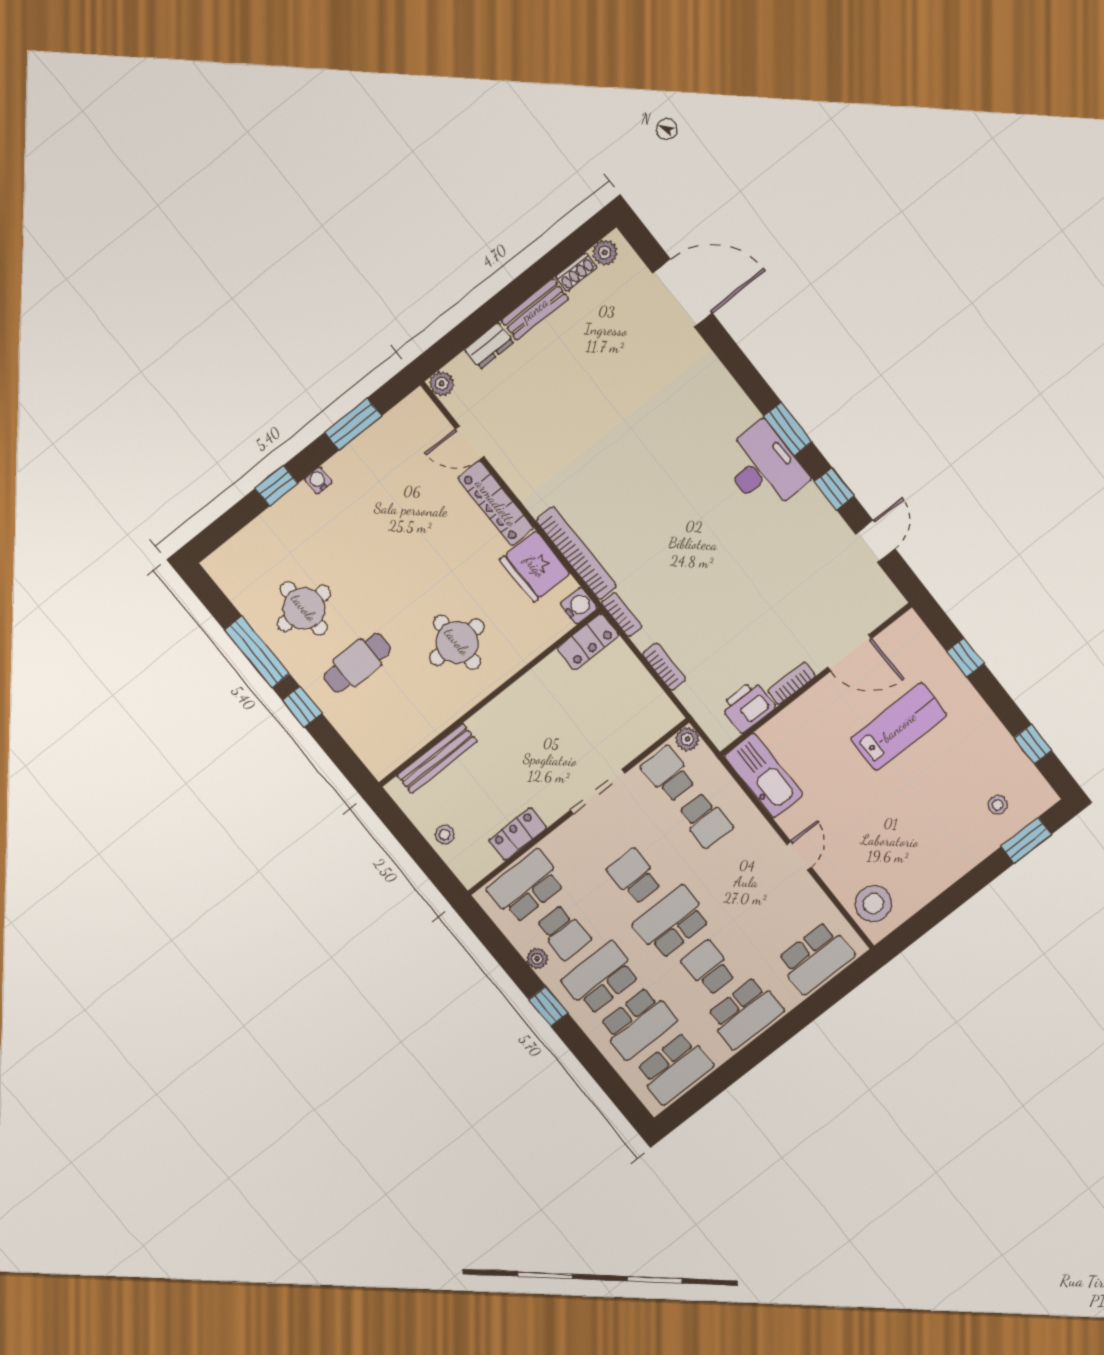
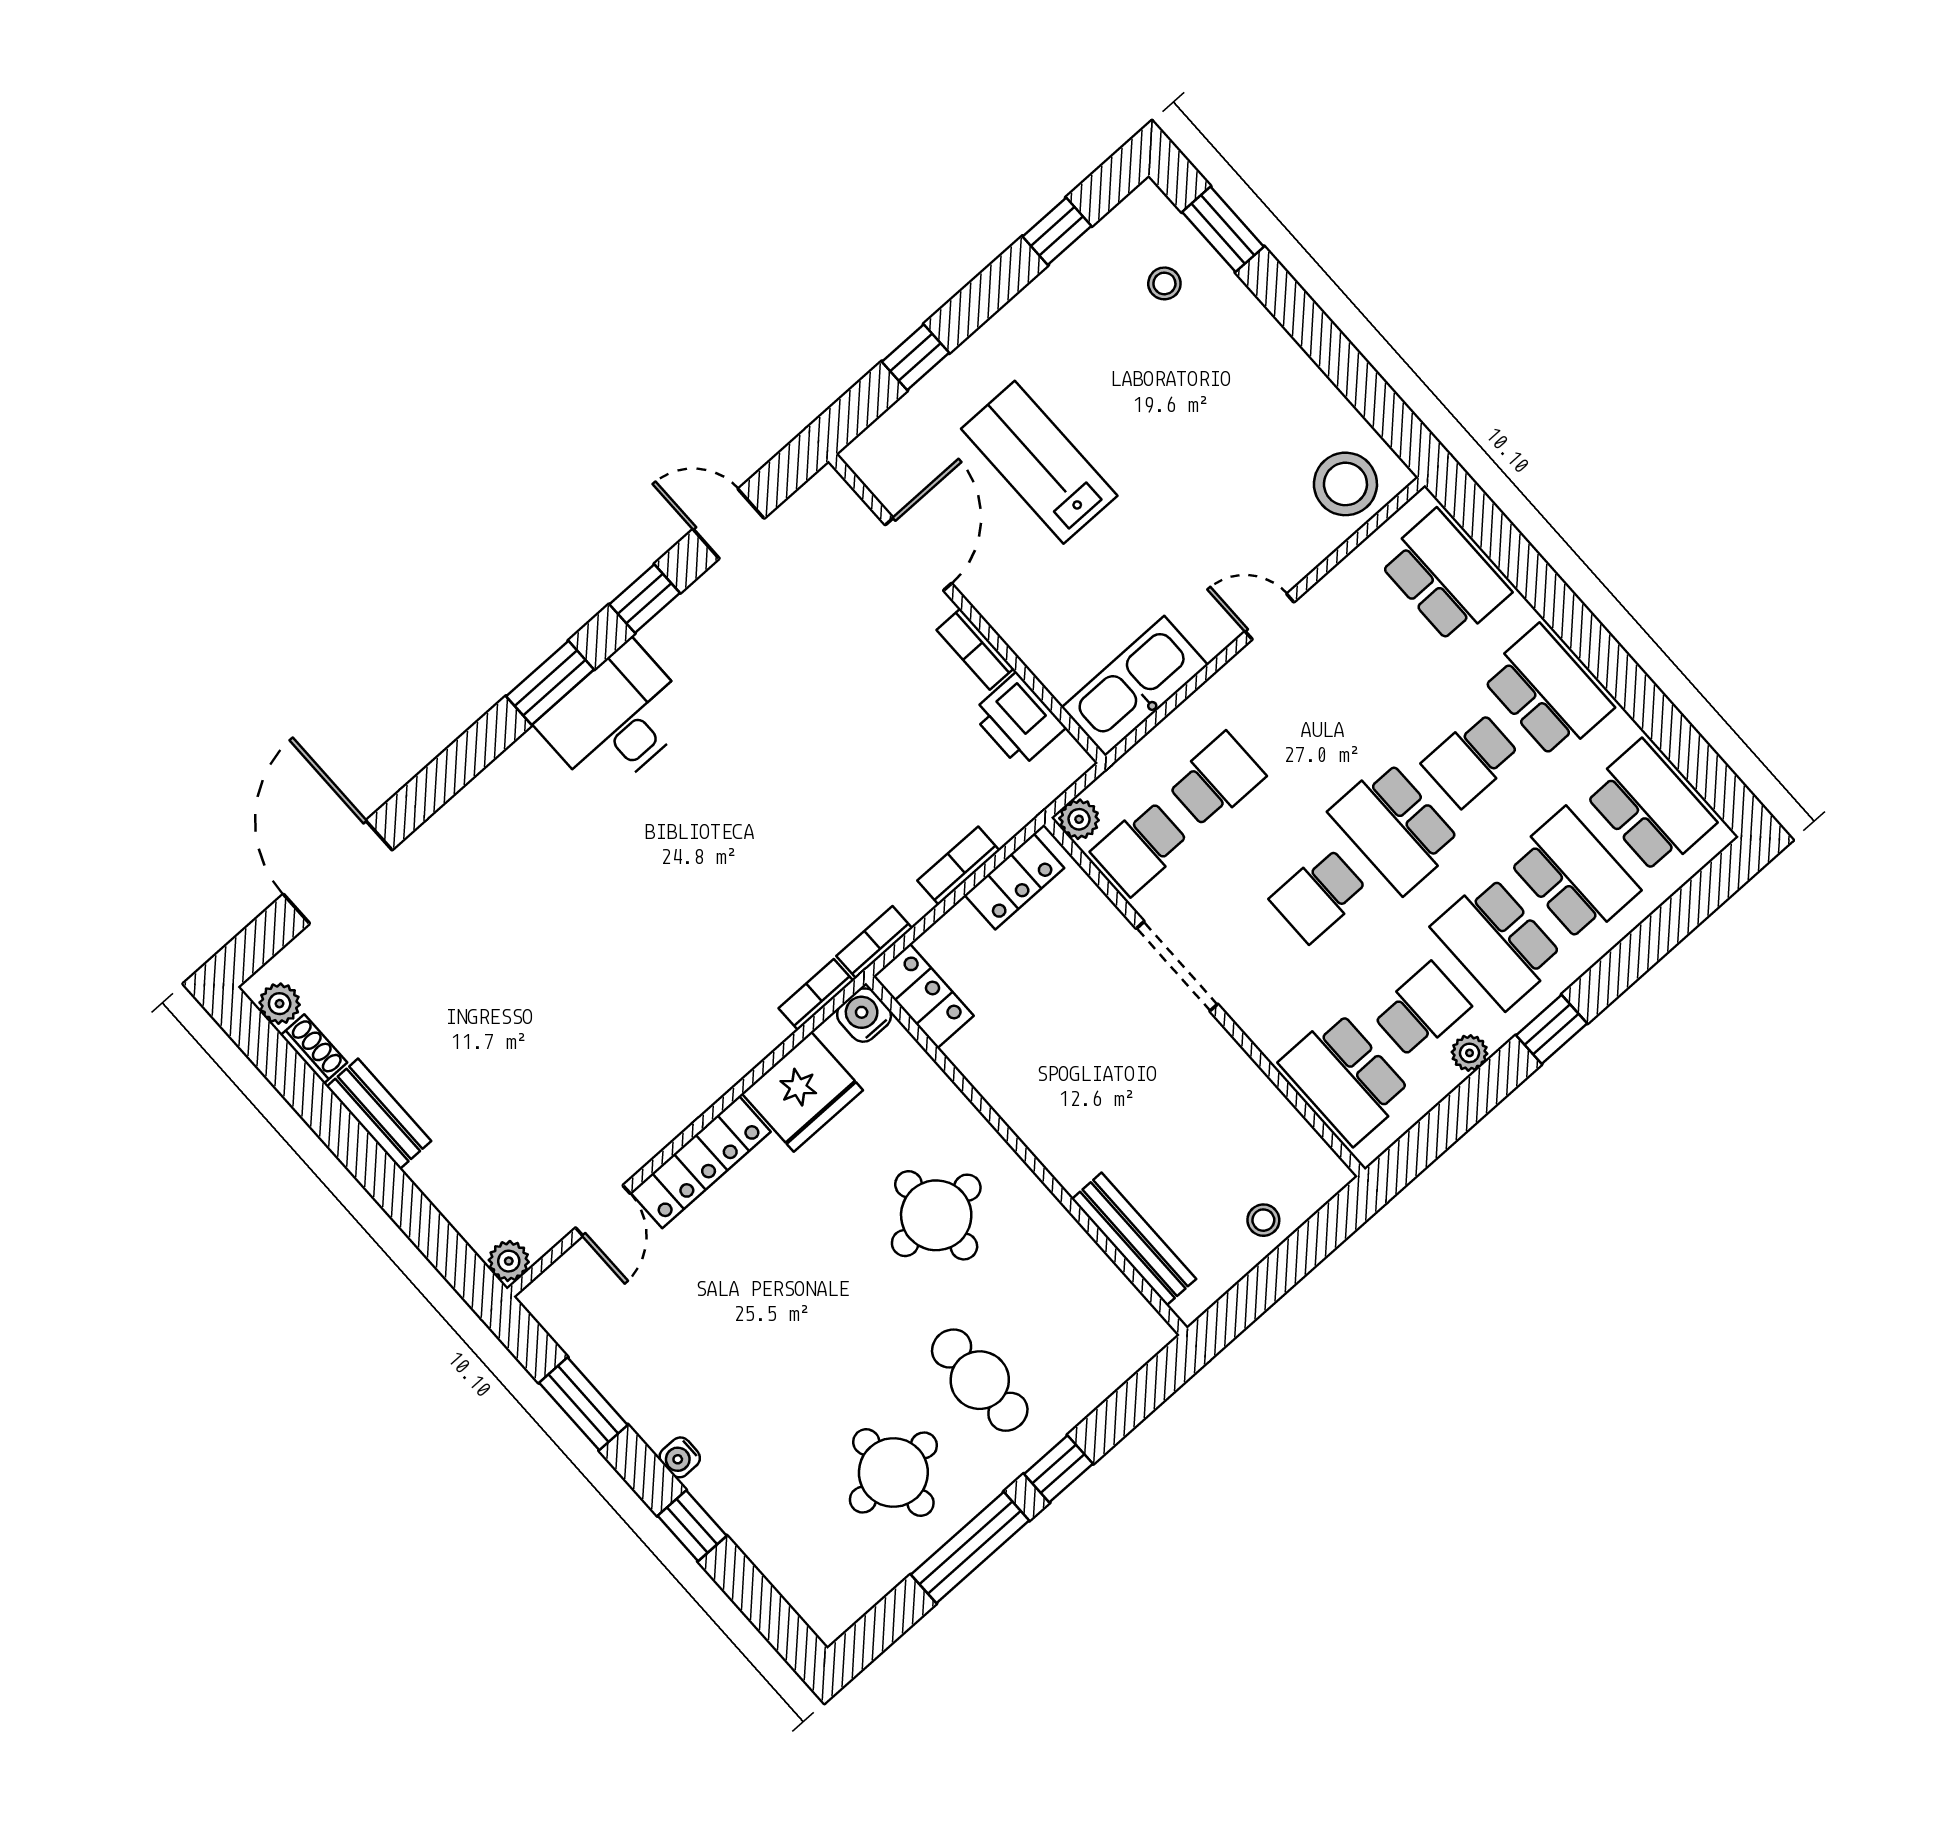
dresser: (489, 346) -> (442, 1186), removed
bookcase: (576, 553) -> (816, 995), width x0.43, depth x0.76
locker: (518, 834) -> (1014, 882), moved, turned -90

